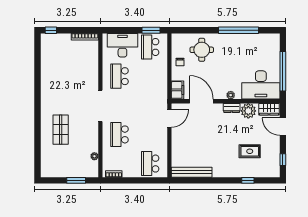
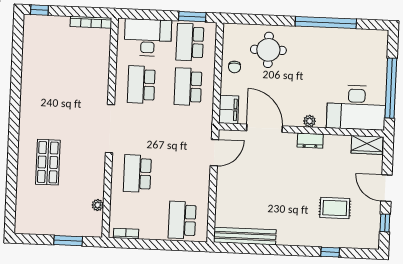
school desk: (150, 76) -> (188, 87), added
plant: (248, 111) -> (336, 146), removed
door: (283, 127) -> (386, 188), moved

